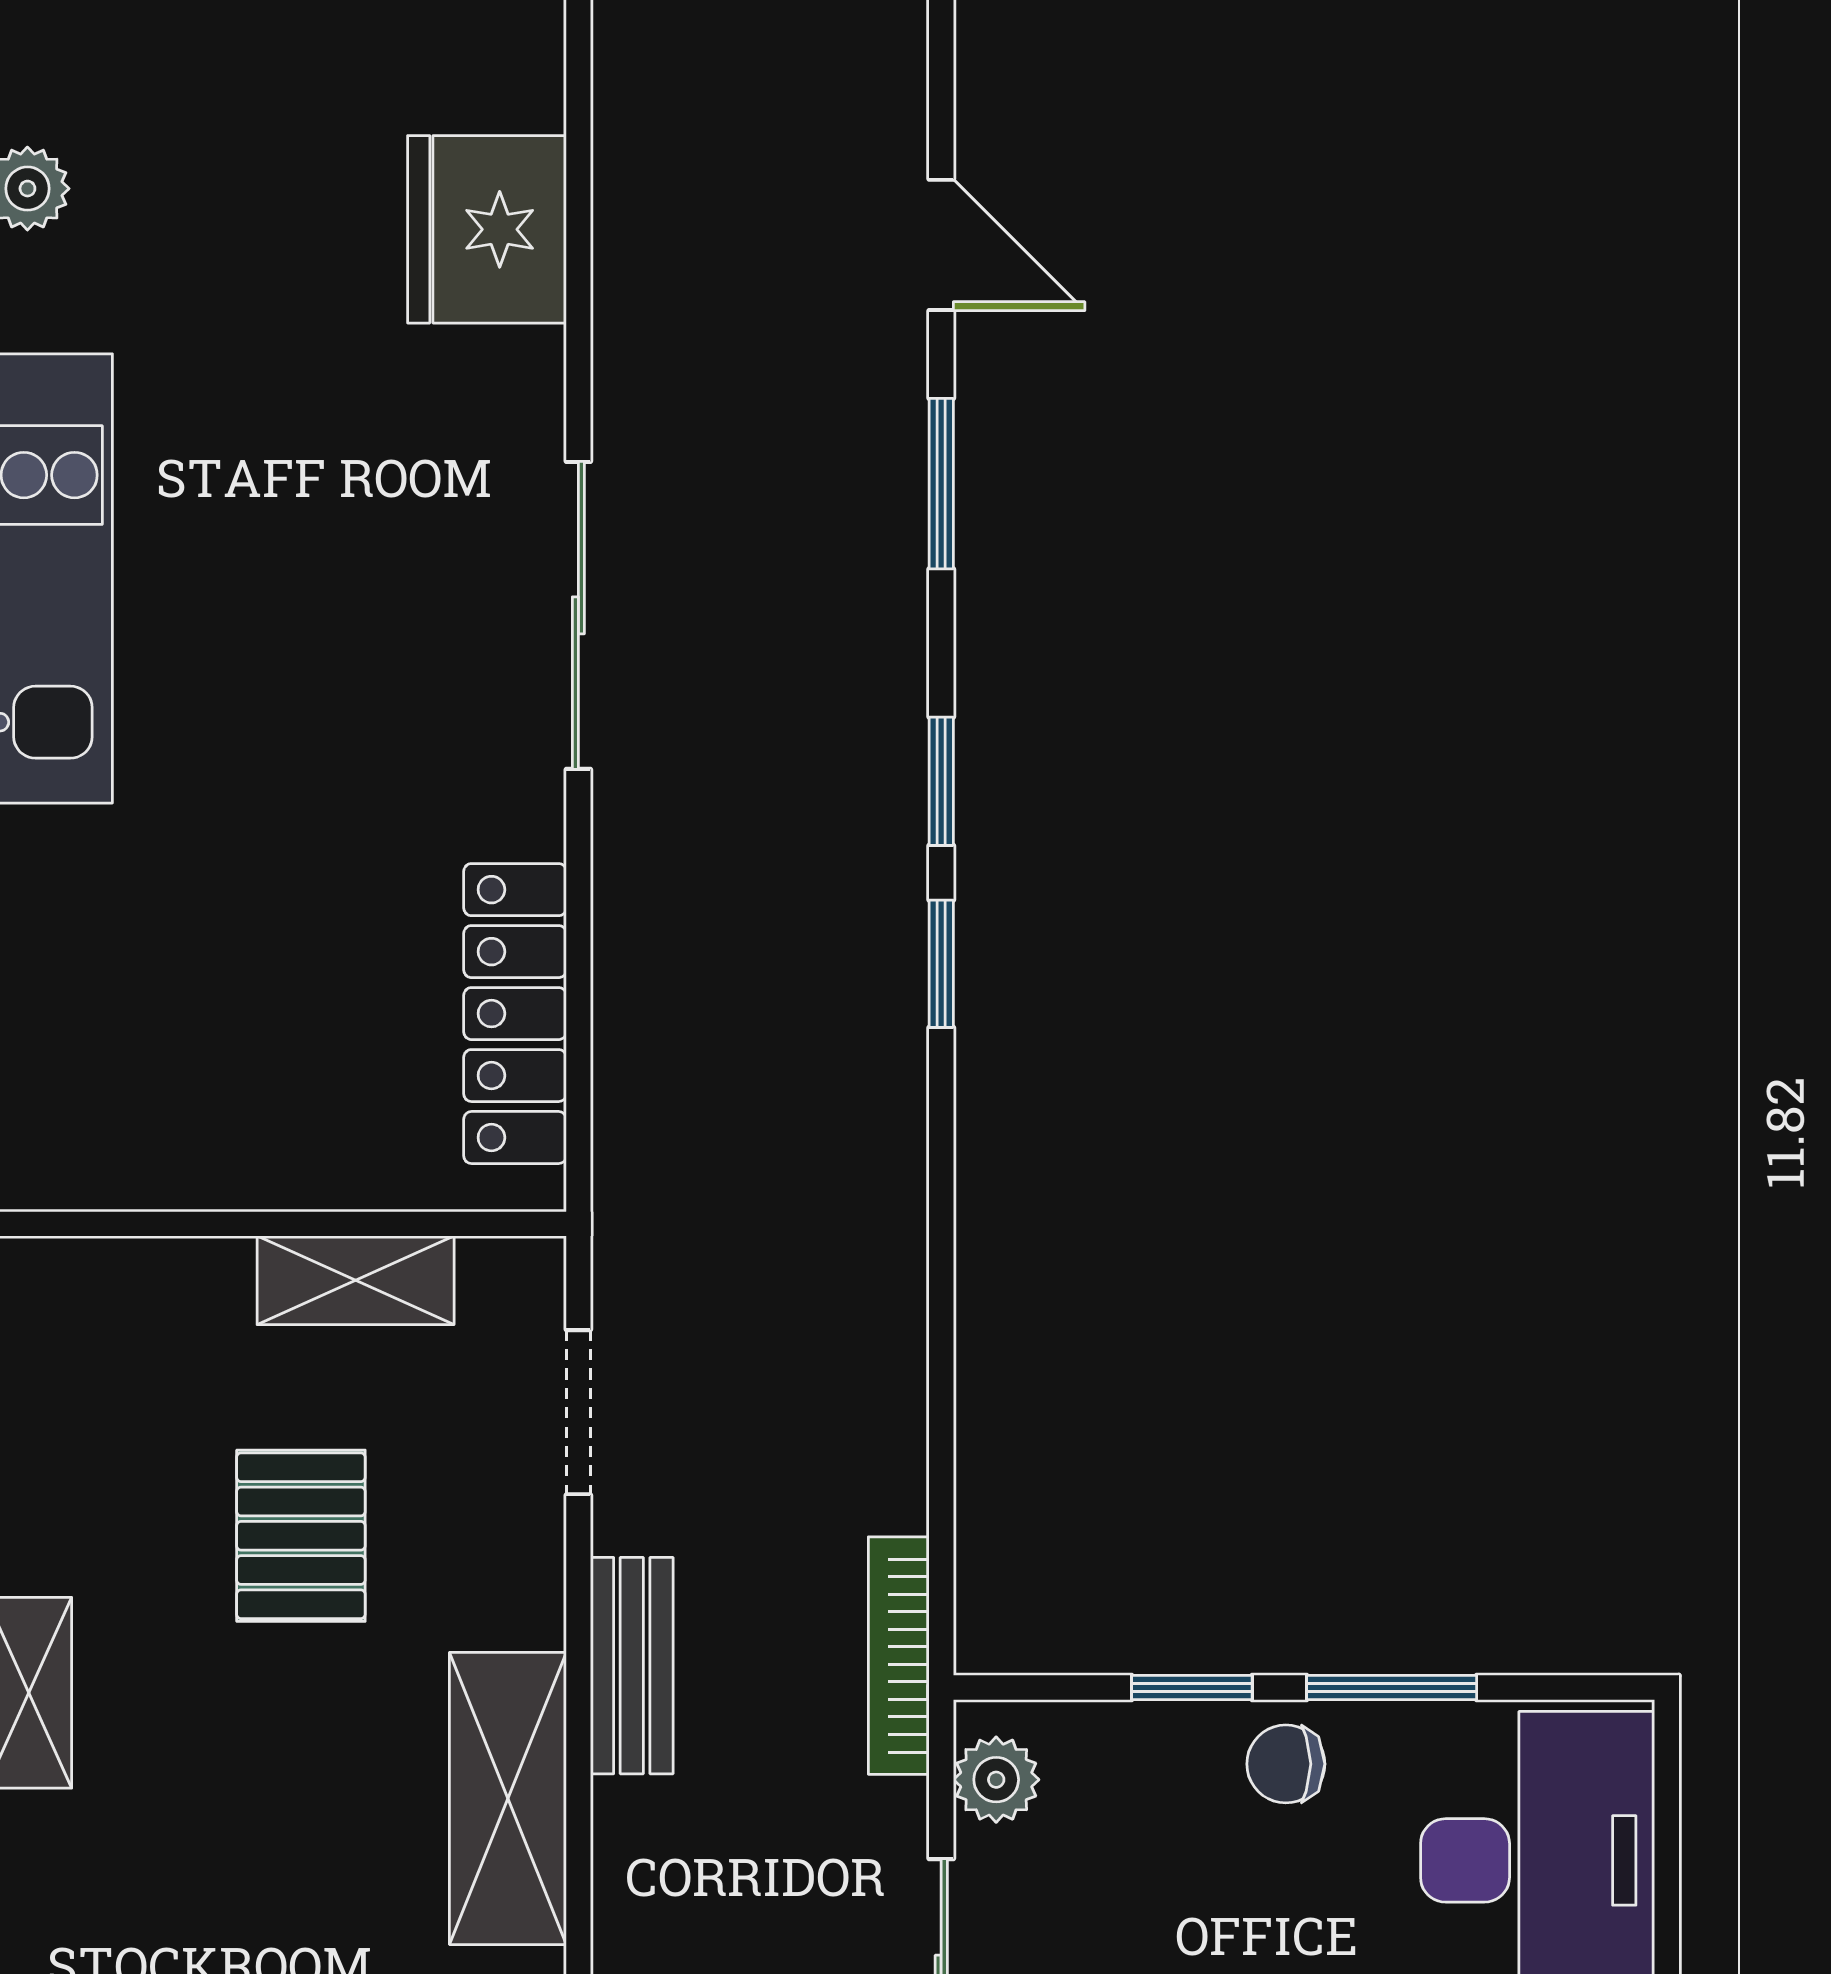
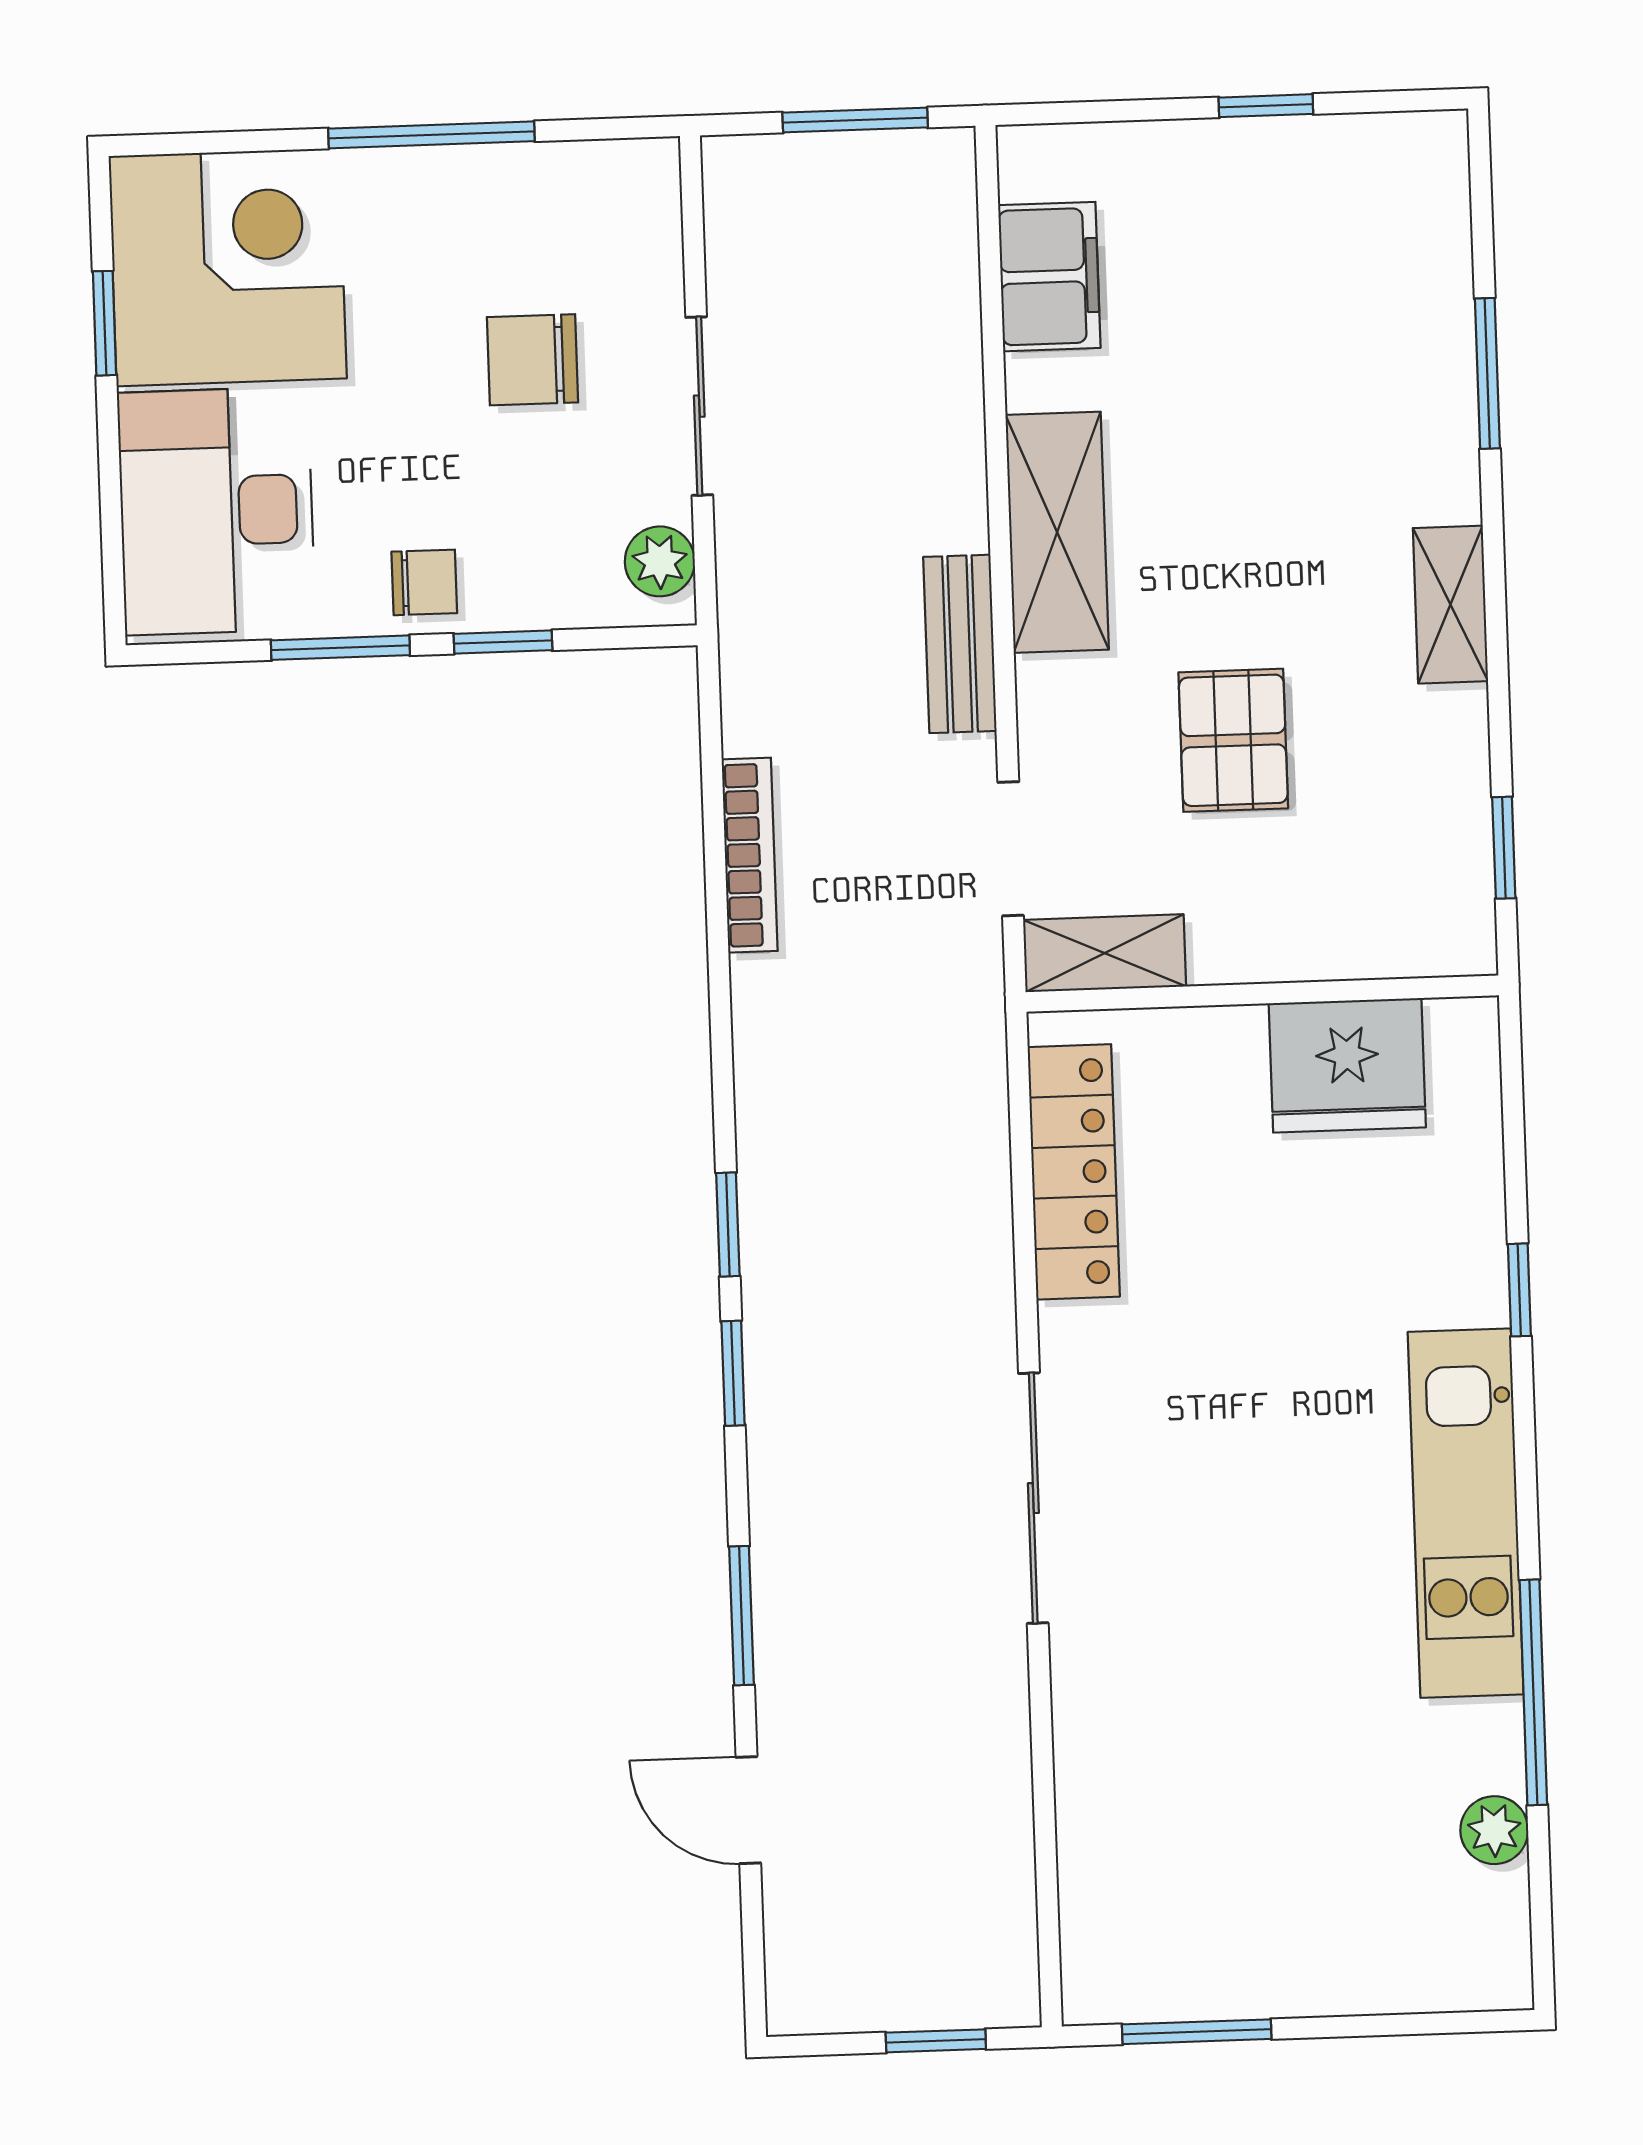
fridge: (487, 229) -> (1347, 1065), moved, turned 90
shelving: (356, 1280) -> (1105, 953), moved
bookcase: (899, 1656) -> (750, 855), moved

